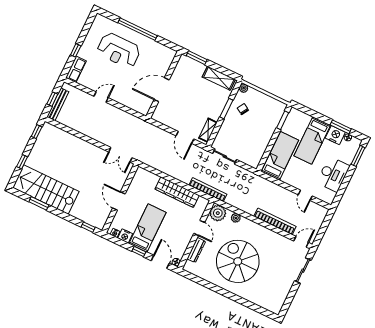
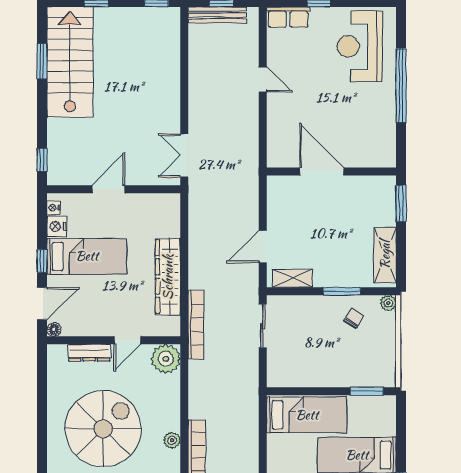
reception desk: (119, 50) -> (360, 46), moved
plant: (236, 218) -> (172, 440), moved

